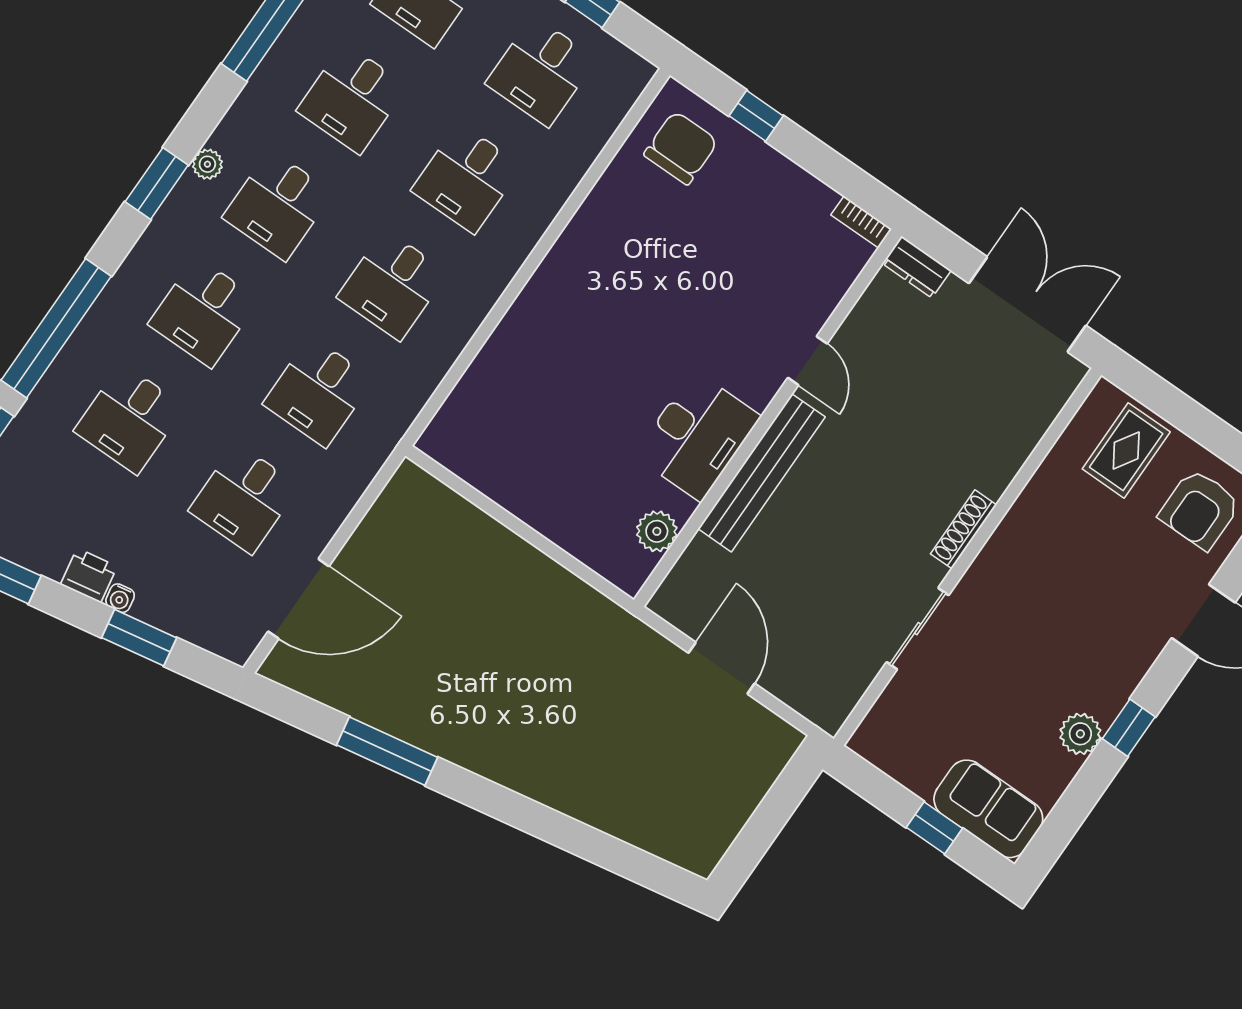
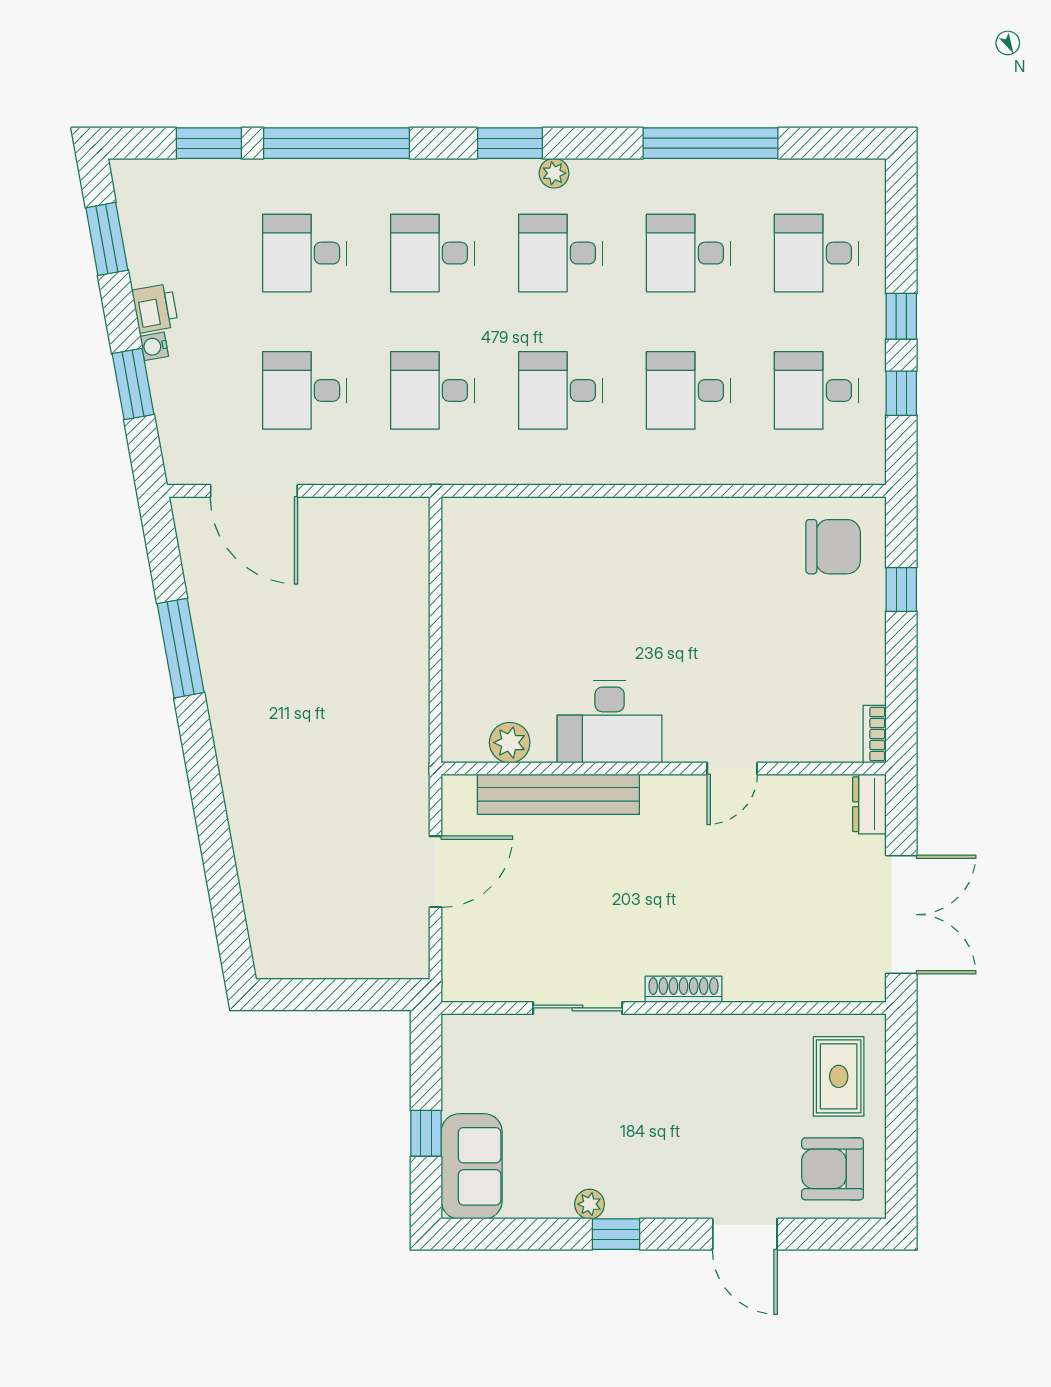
rug: (1126, 450) -> (839, 1076), turned 90
bench: (762, 473) -> (558, 794), moved
plant: (1080, 734) -> (590, 1204), width x0.73, depth x0.73

